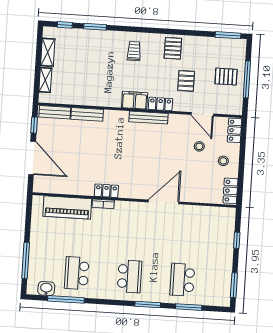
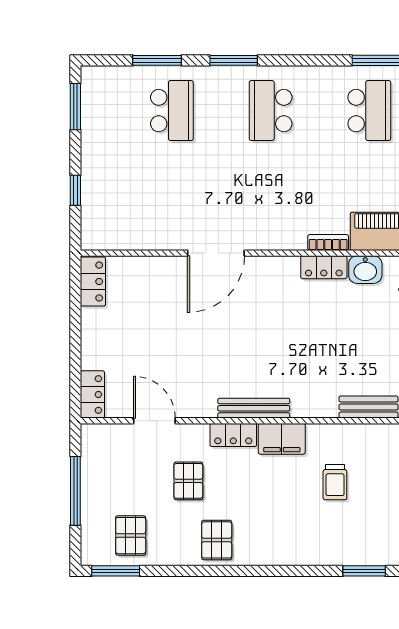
trolley: (134, 51) -> (335, 482), moved
pallet: (226, 77) -> (131, 536), moved, turned 90
stool: (199, 146) -> (156, 361), removed
stool: (223, 161) -> (110, 336), removed
washbasin: (84, 188) -> (365, 270), added

